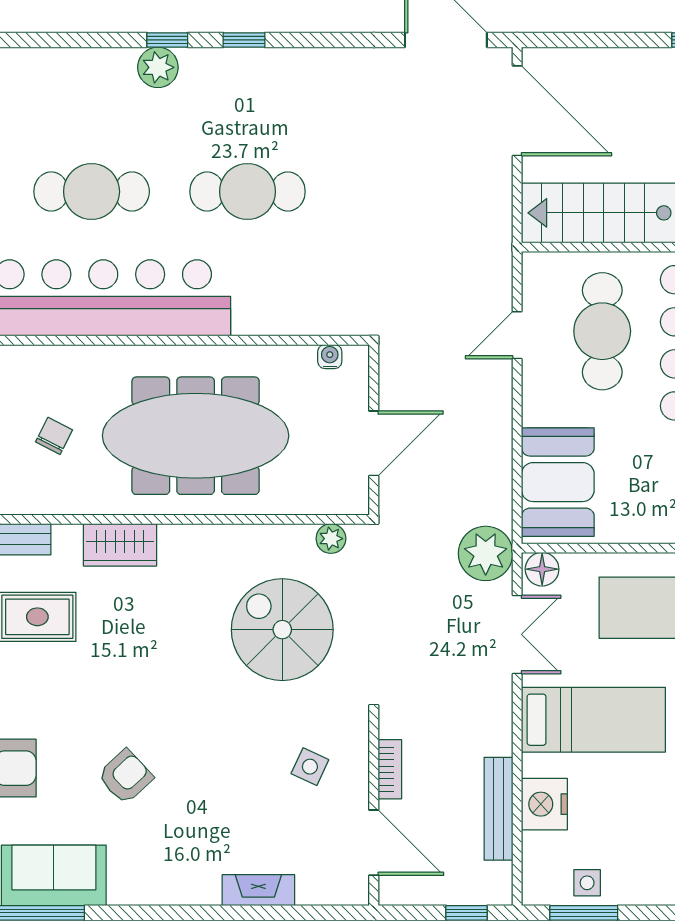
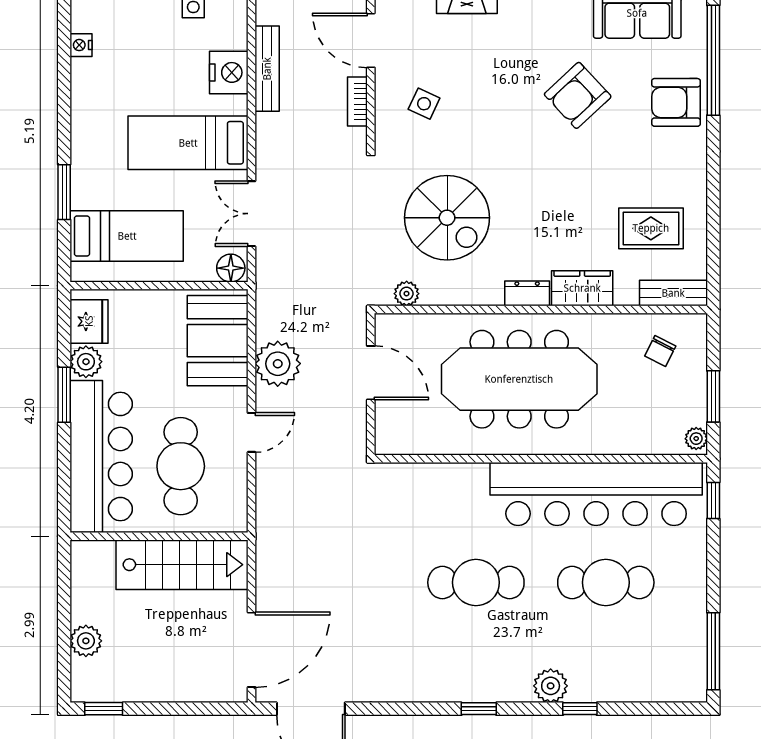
window: (167, 40) -> (580, 709), moved
door: (517, 111) -> (251, 650), swing flipped
door: (517, 335) -> (251, 432), moved
water cooler: (330, 357) -> (407, 445), removed
chair: (54, 436) -> (660, 351), moved
door: (374, 443) -> (371, 373), swing flipped
dresser: (186, 539) -> (527, 293), added
plant: (486, 553) -> (278, 364), moved
armchair: (125, 777) -> (578, 95), width x1.38, depth x1.38

